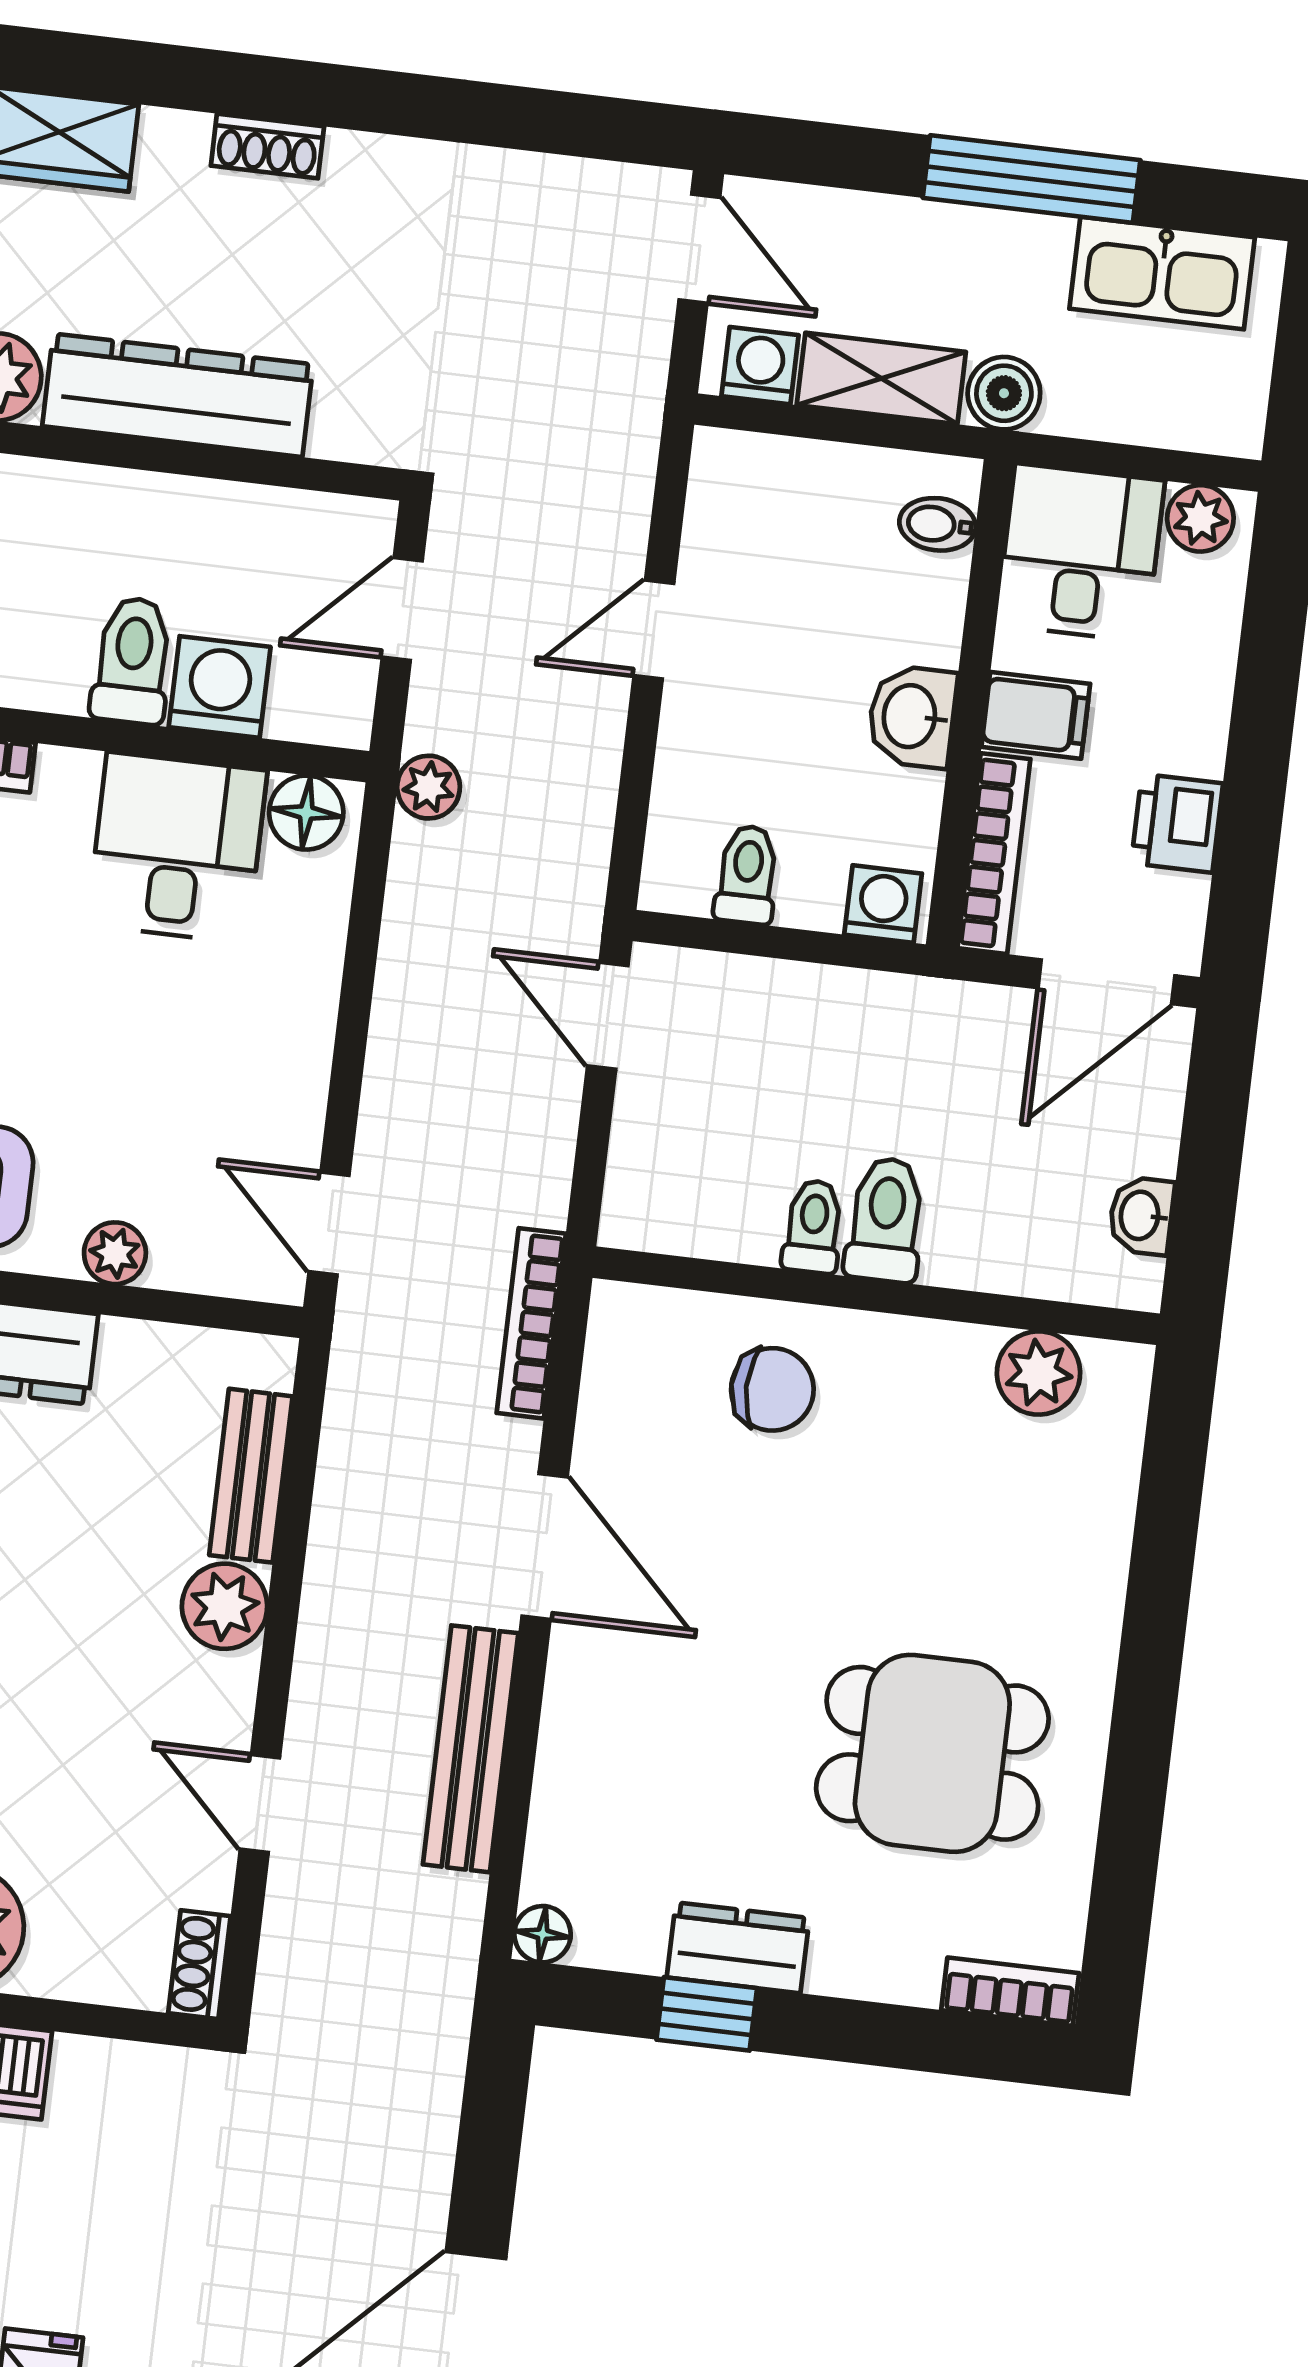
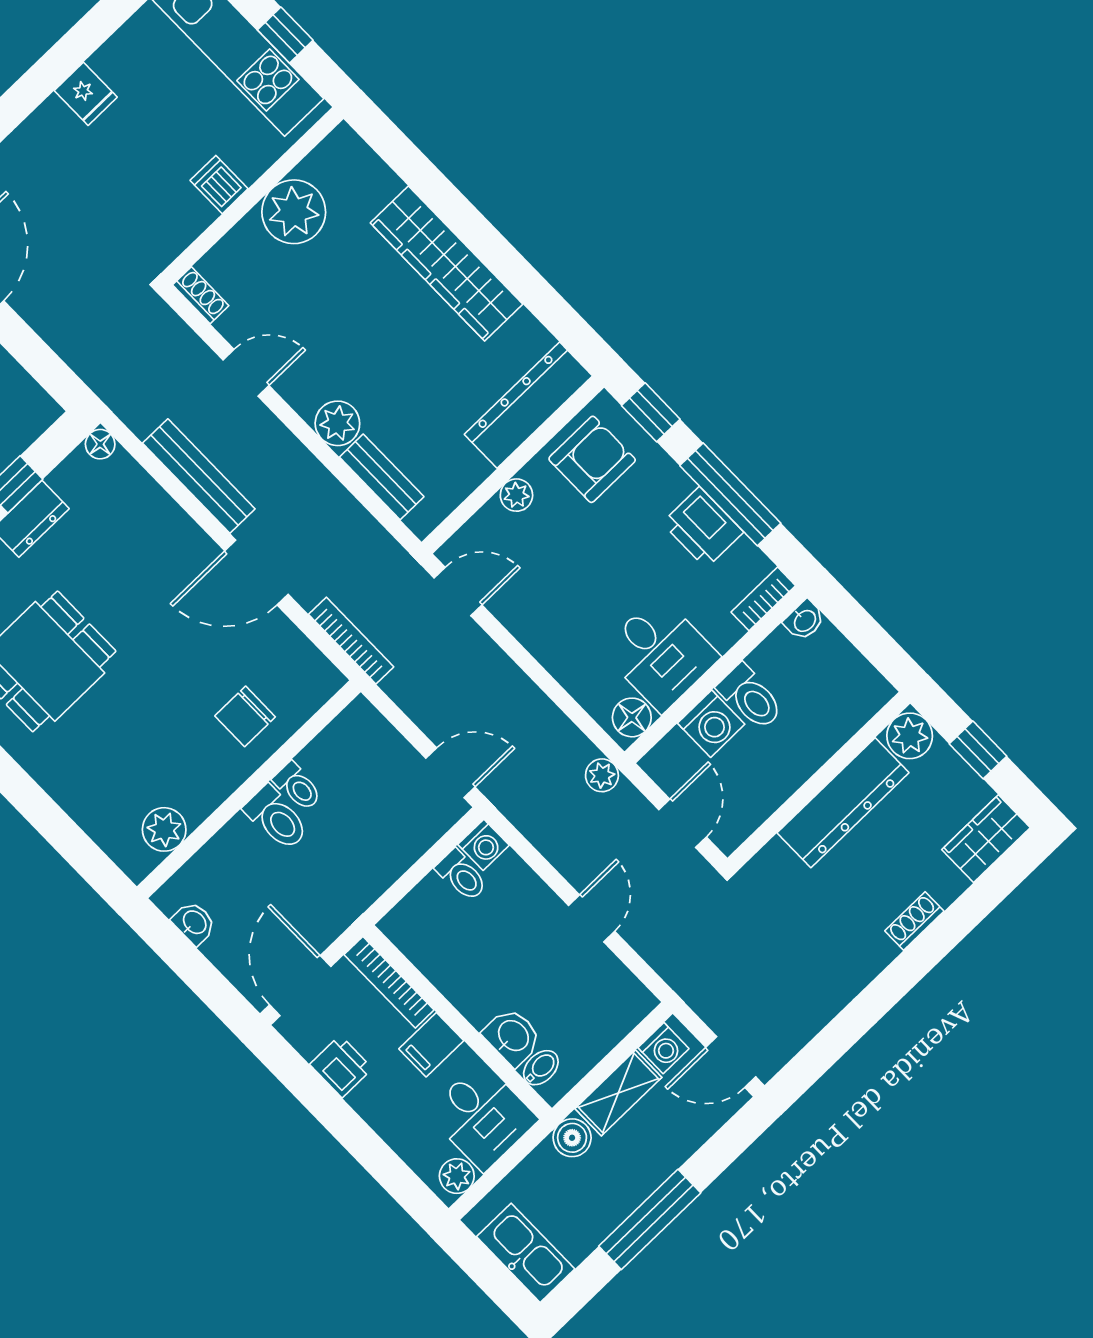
kitchen sink: (1162, 273) -> (526, 1253), moved, turned 90
washbasin: (912, 716) -> (513, 1036), moved
washing machine: (883, 904) -> (483, 845), moved

